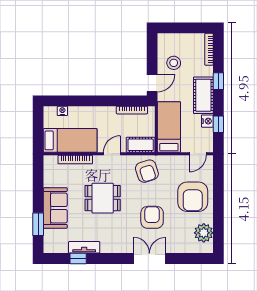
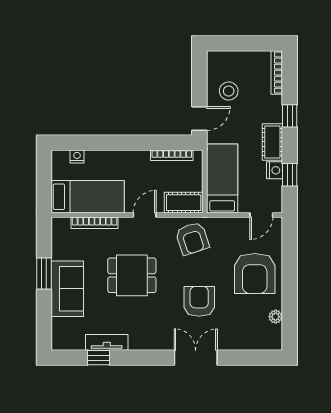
cot: (203, 95) -> (272, 142), width x0.73, depth x0.75
window: (38, 224) -> (44, 273), moved
plant: (204, 233) -> (276, 317), width x0.53, depth x0.53

